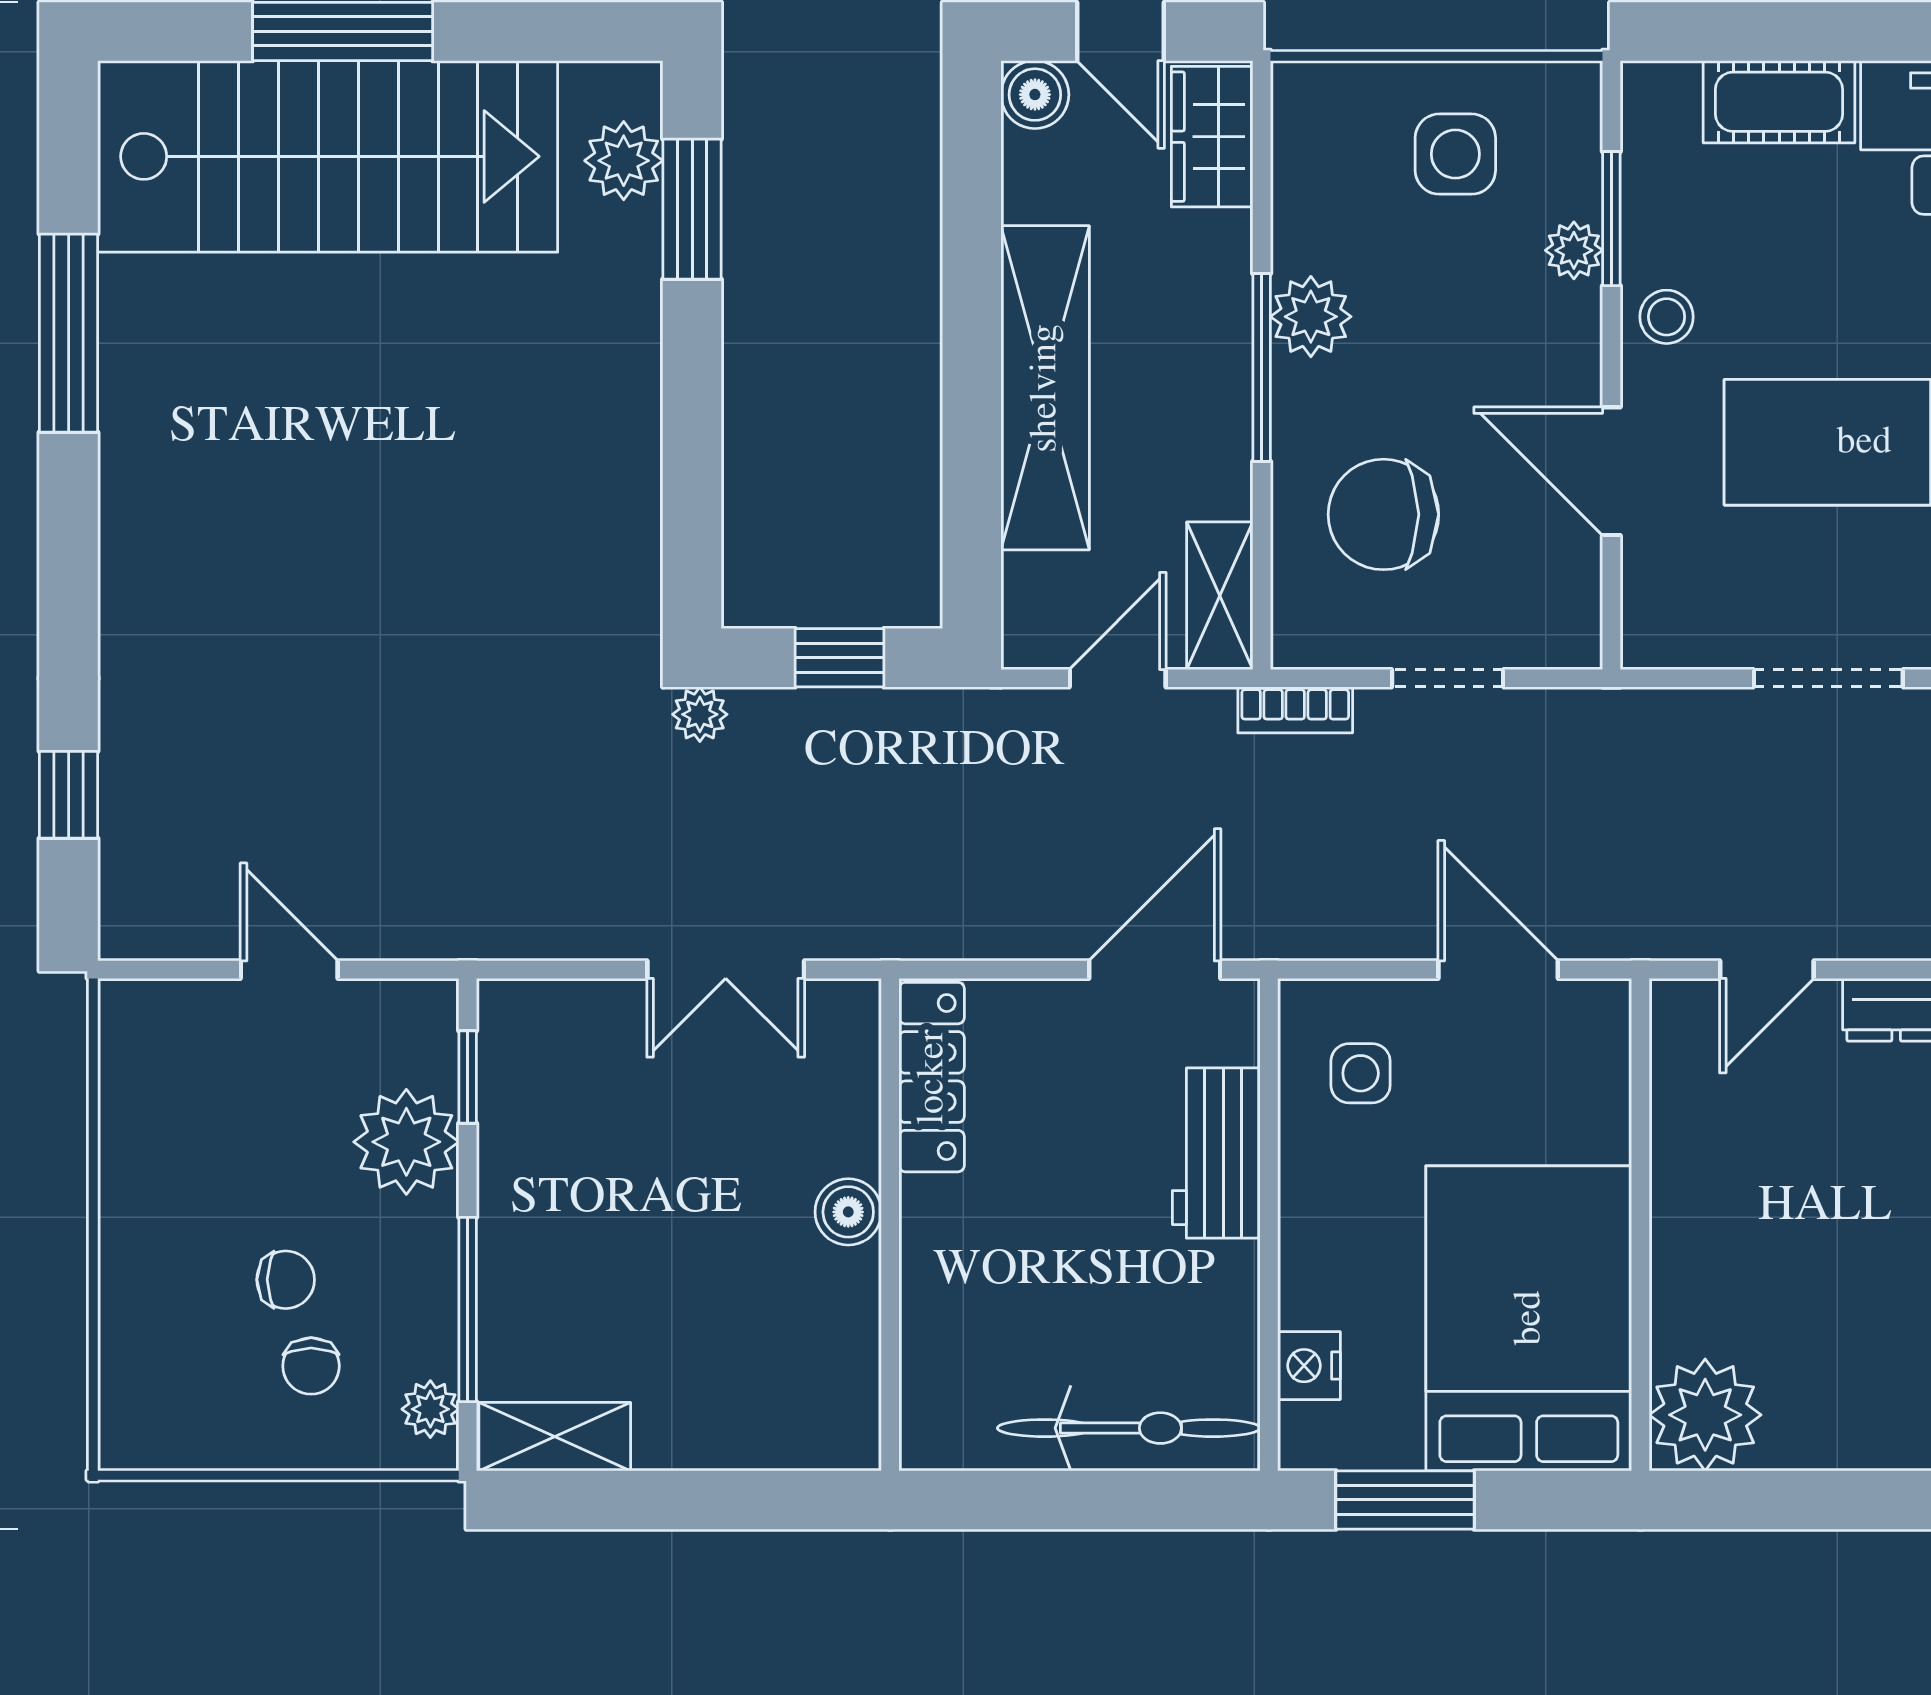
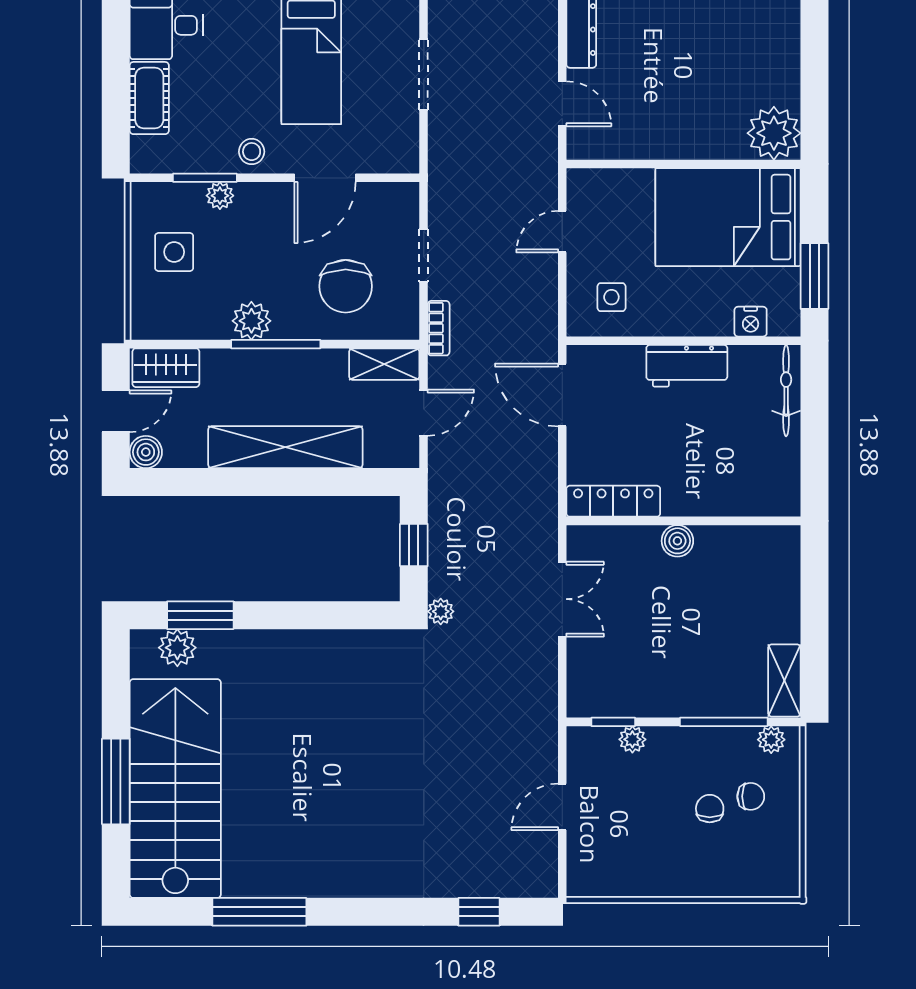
door: (1118, 678) -> (424, 413), swing flipped
door: (1498, 970) -> (562, 232), width x0.73
plant: (406, 1142) -> (632, 739), width x0.53, depth x0.53
workbench: (1216, 1153) -> (687, 366), moved
bicycle: (1129, 1428) -> (786, 391), width x0.73, depth x0.71

